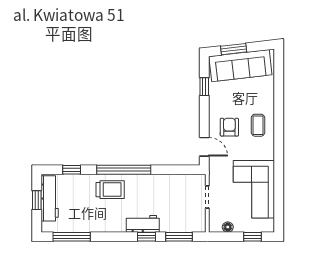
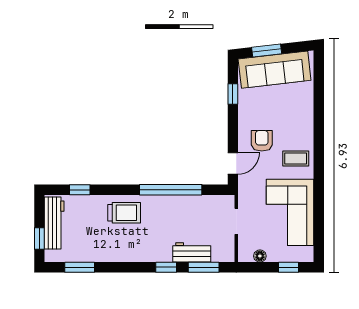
coffee table: (258, 125) -> (296, 158), moved, turned 90
door: (204, 147) -> (233, 163), hinge flipped
window: (124, 170) -> (171, 190), moved
window: (37, 200) -> (39, 238), moved
workbench: (143, 224) -> (192, 252), moved
window: (72, 237) -> (80, 267), width x0.69

